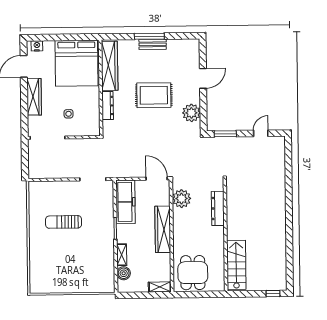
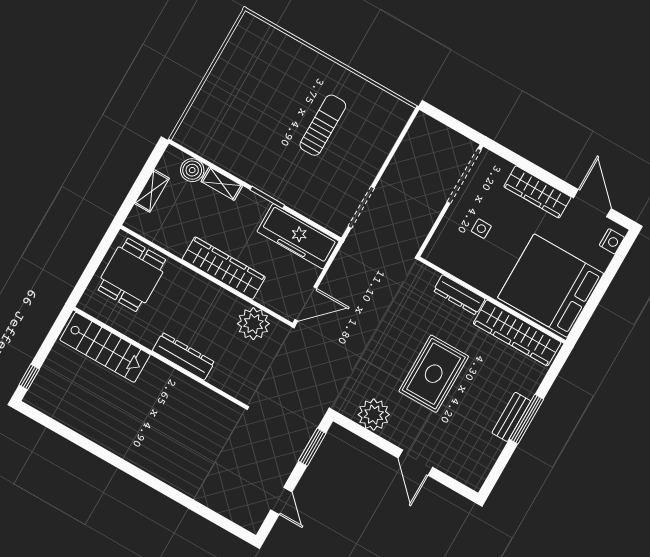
dresser: (218, 208) -> (183, 356), moved
dining table: (193, 273) -> (132, 275), turned 90
shelving: (160, 287) -> (152, 191), moved

